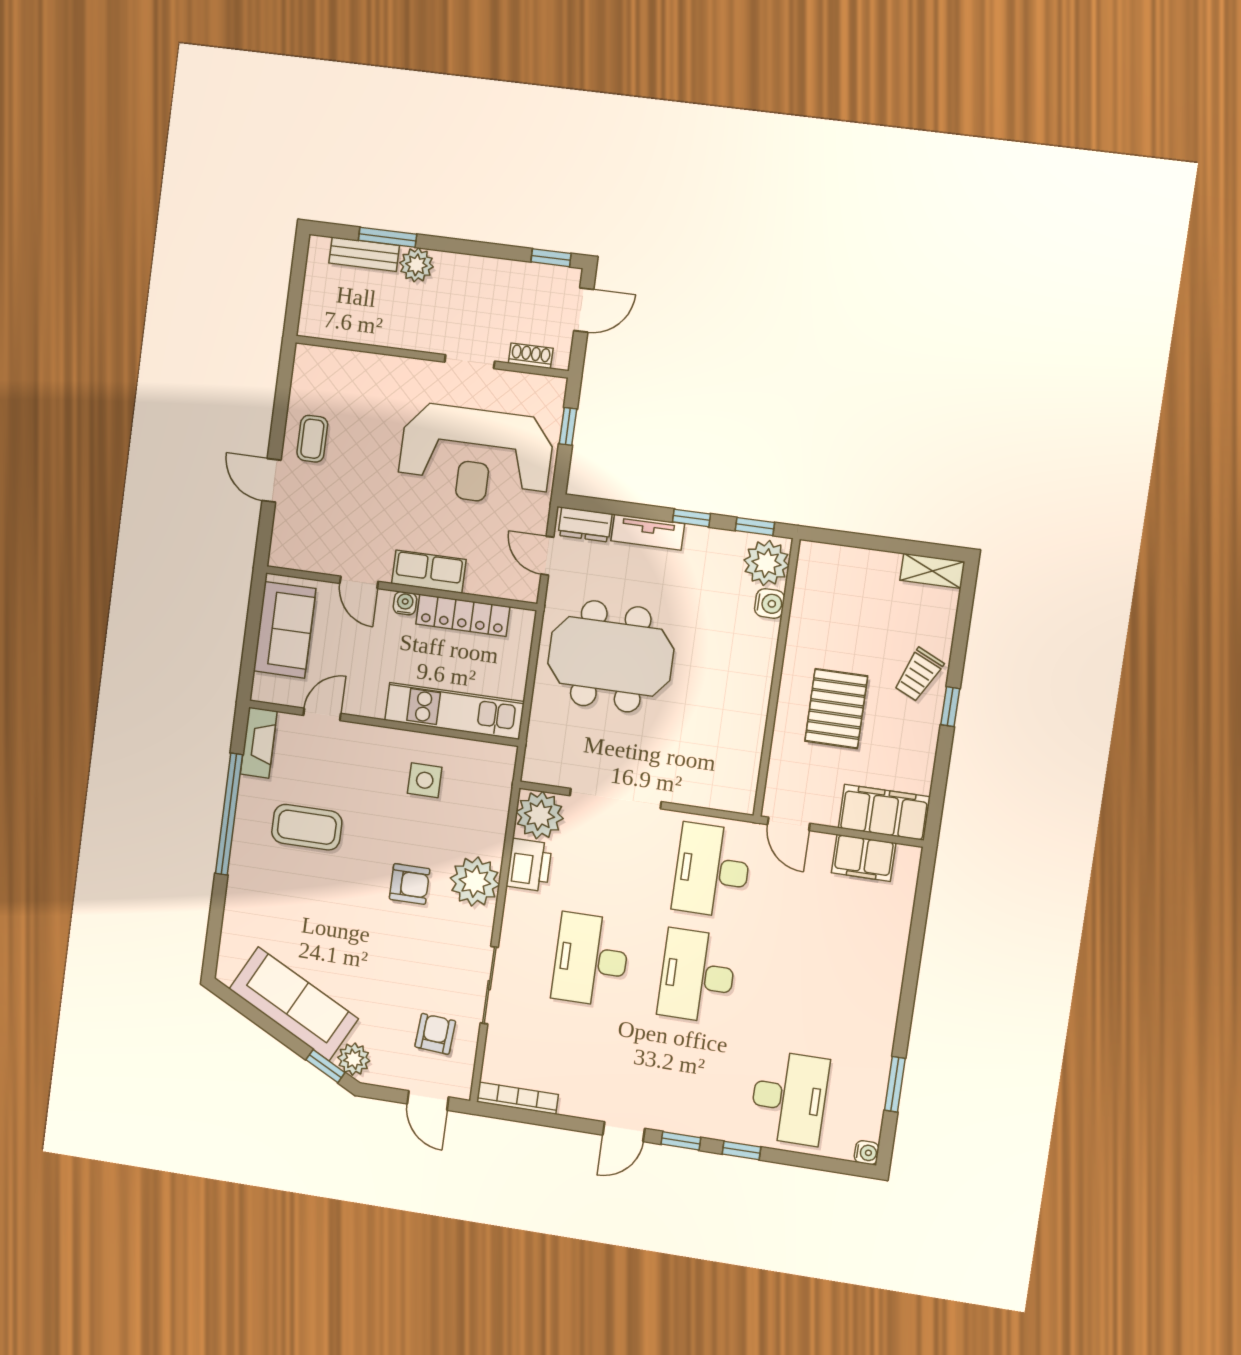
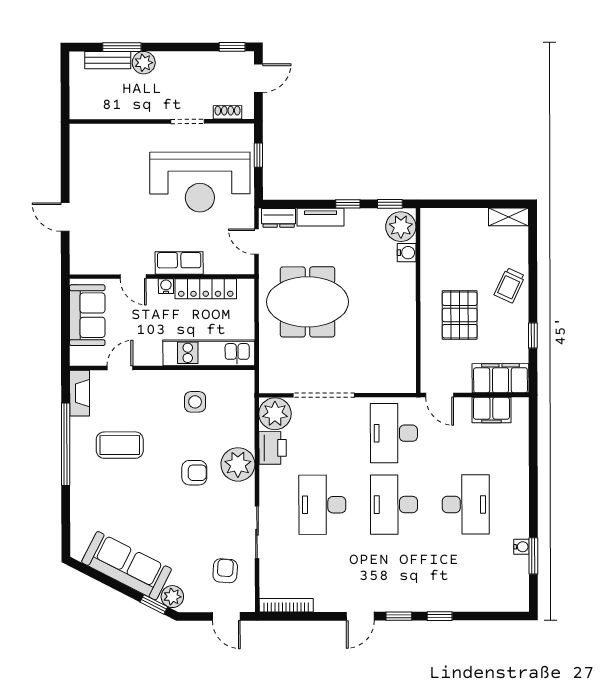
coffee table: (312, 439) -> (89, 186), removed
window: (950, 707) -> (533, 335), moved
desk: (789, 1098) -> (466, 504), moved
water cooler: (867, 1153) -> (521, 547), moved

